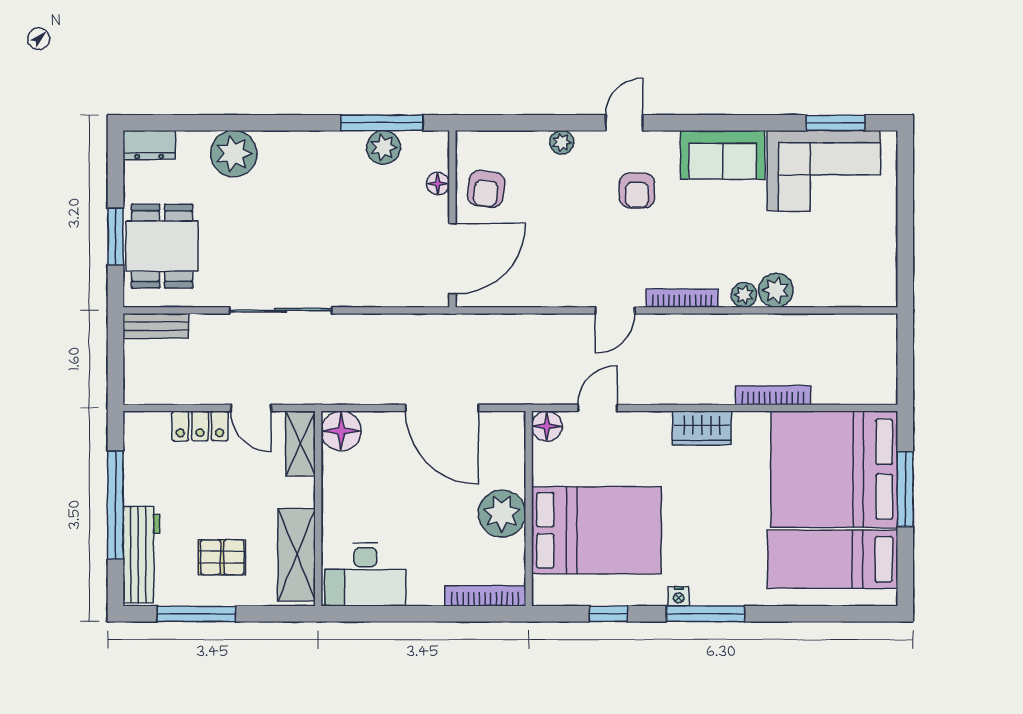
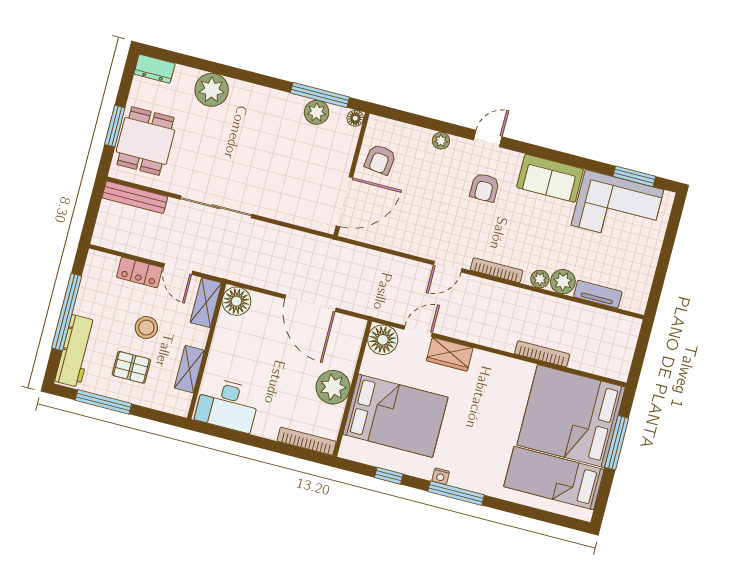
floor lamp: (438, 184) -> (355, 118), moved
tv unit: (828, 295) -> (598, 294), added
bench: (156, 326) -> (135, 197), width x1.36
floor lamp: (547, 426) -> (383, 340), width x1.38, depth x1.38
wardrobe: (702, 428) -> (450, 354), moved
stool: (229, 498) -> (146, 328), added
shelving: (297, 555) -> (189, 369), width x0.67, depth x0.75

